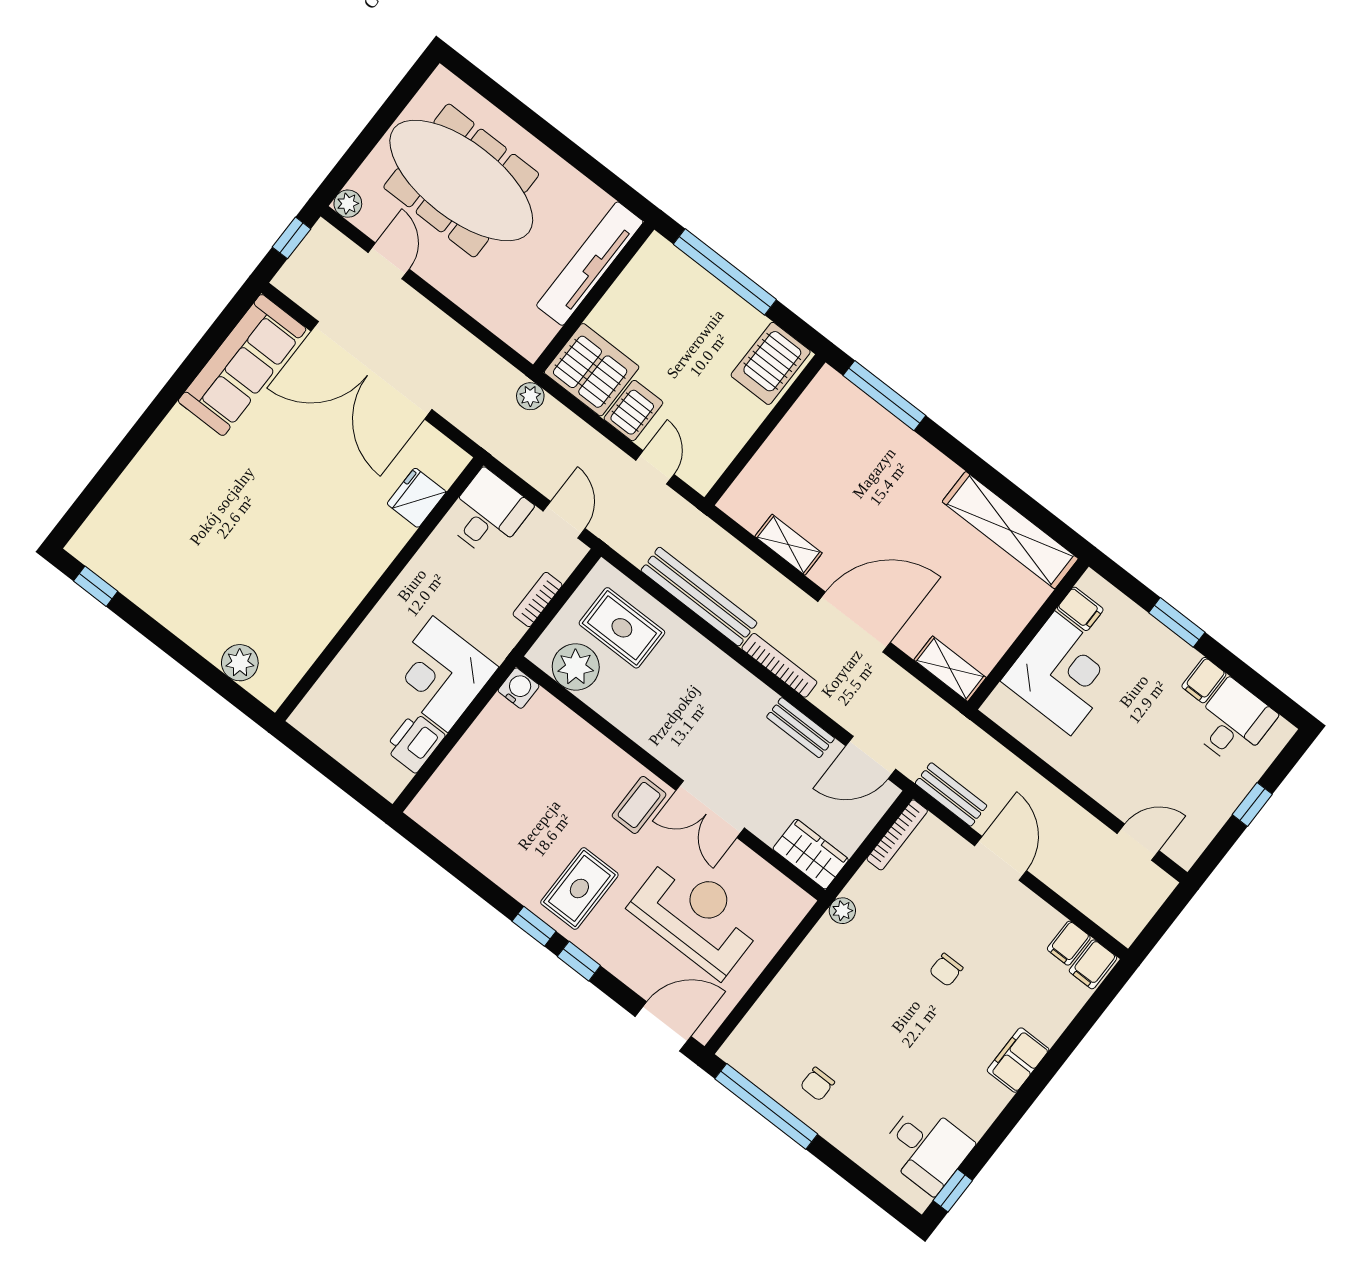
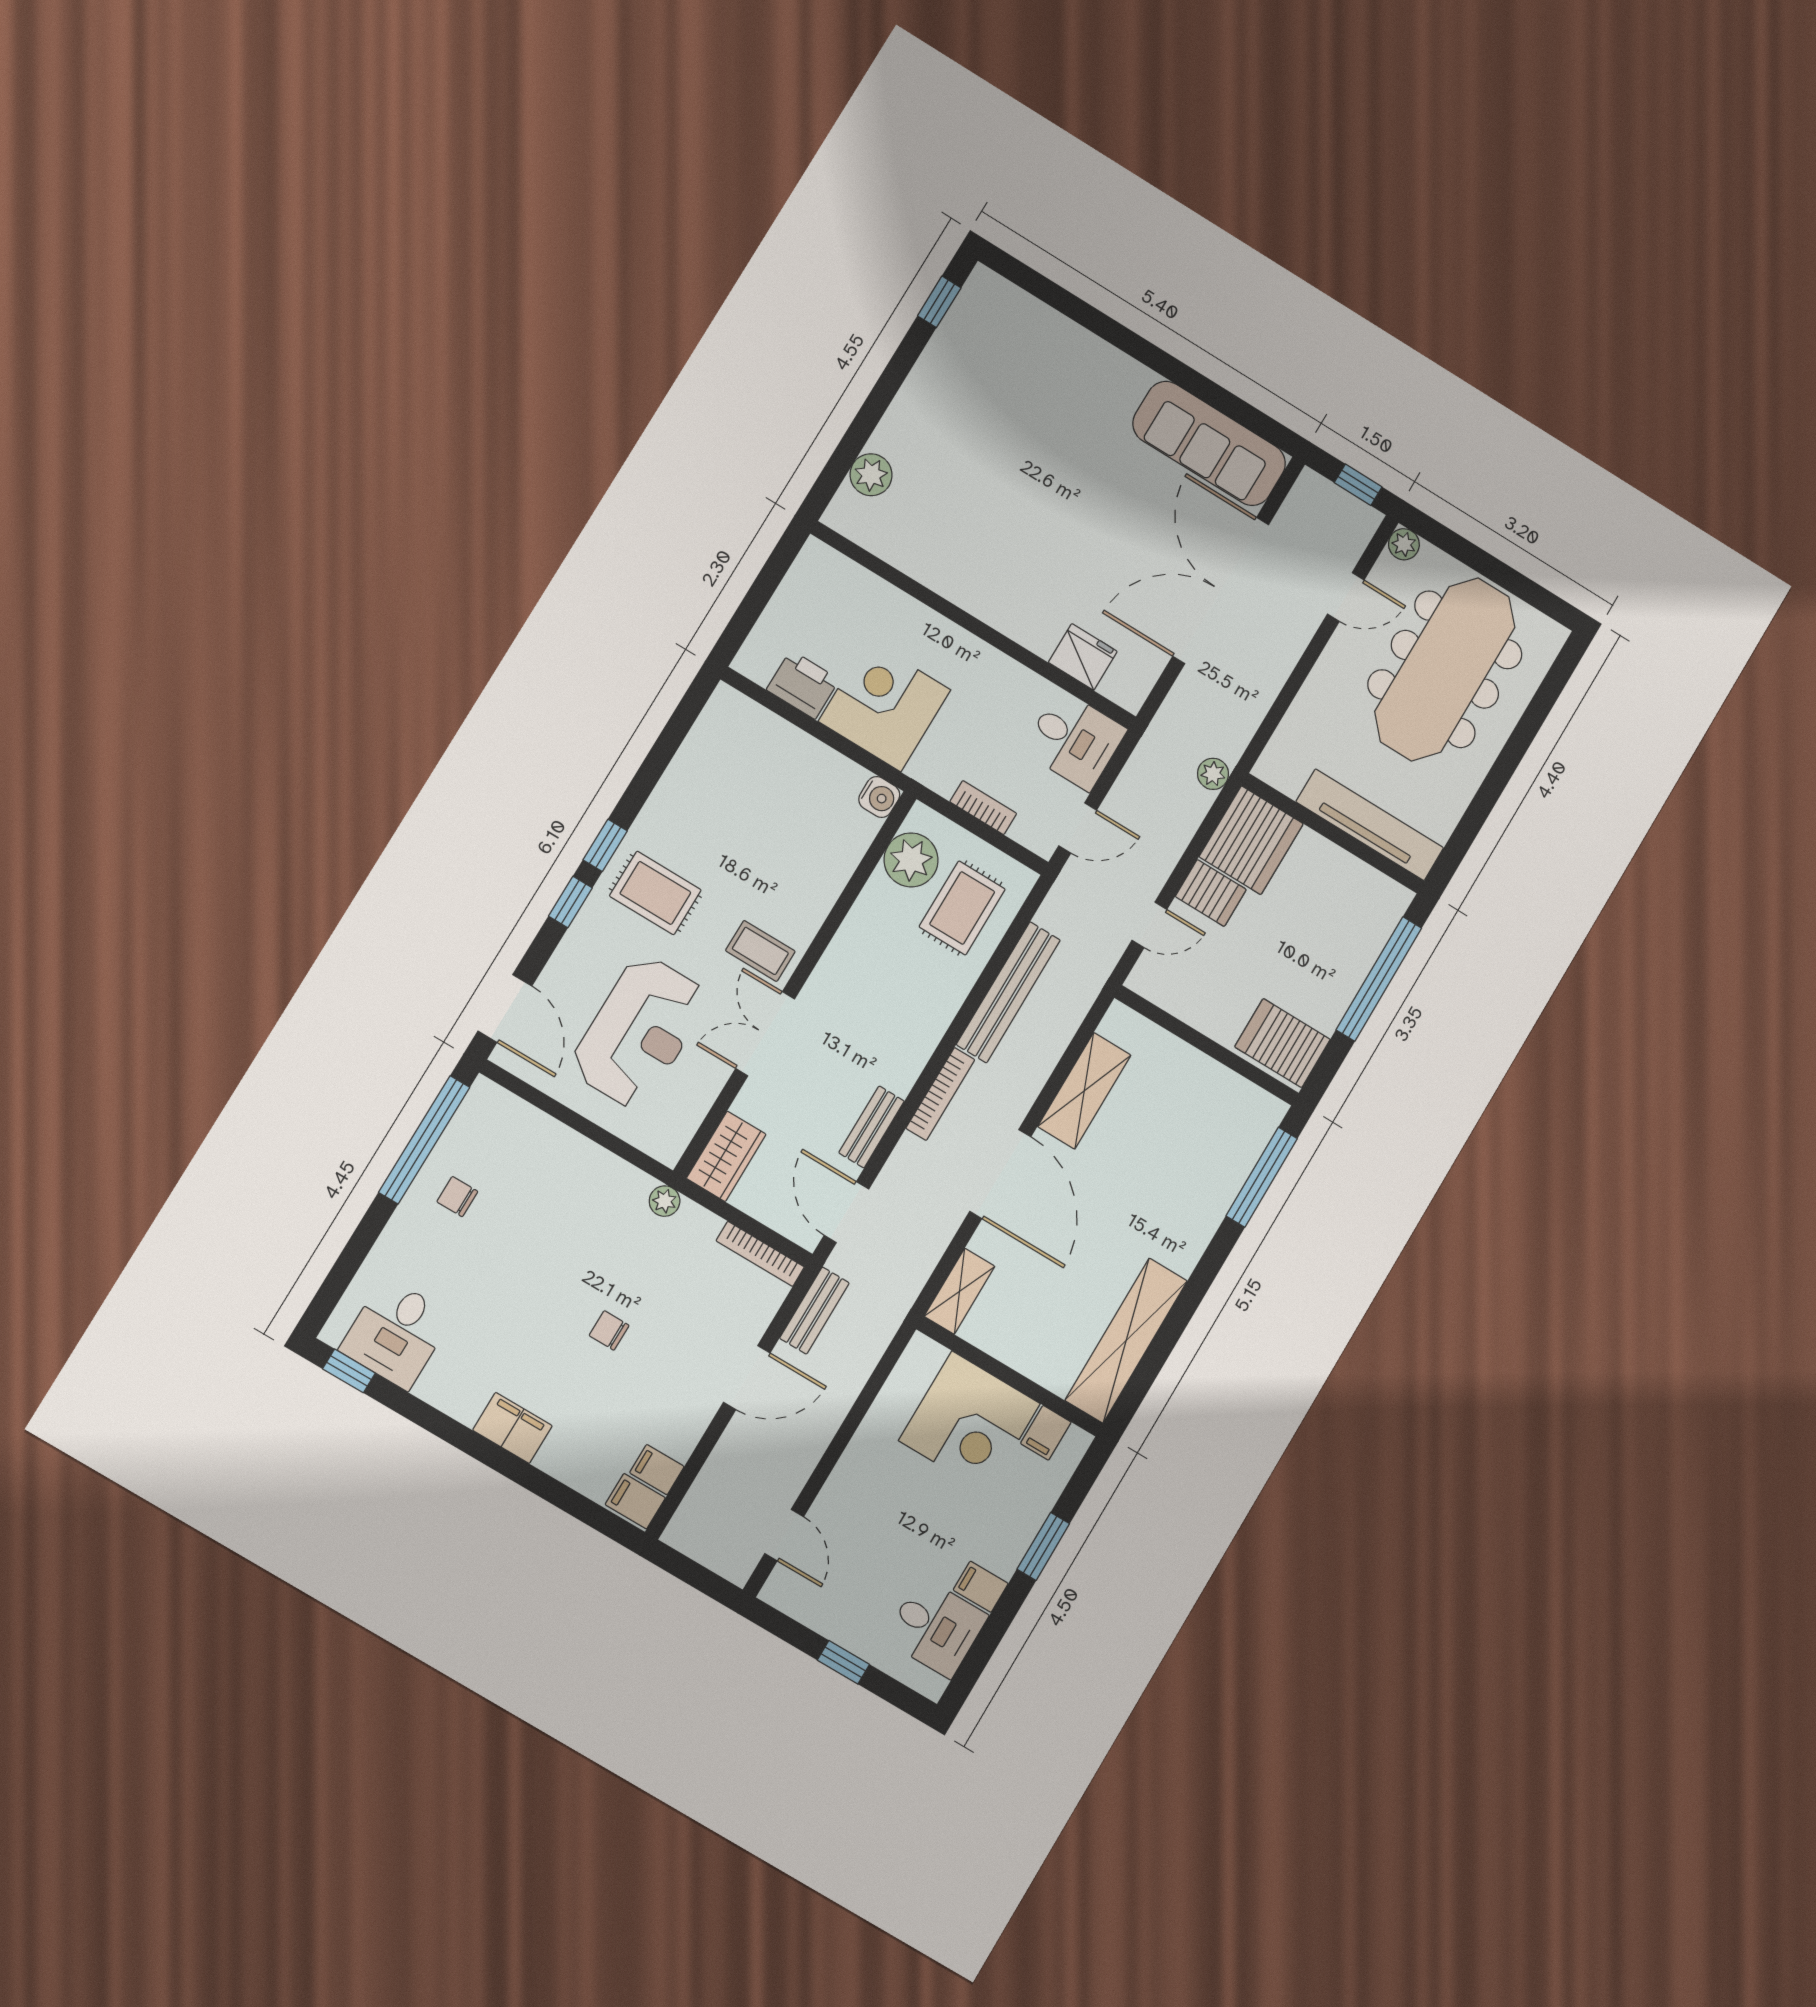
shelving: (789, 545) -> (1084, 1091), width x1.50, depth x1.33

